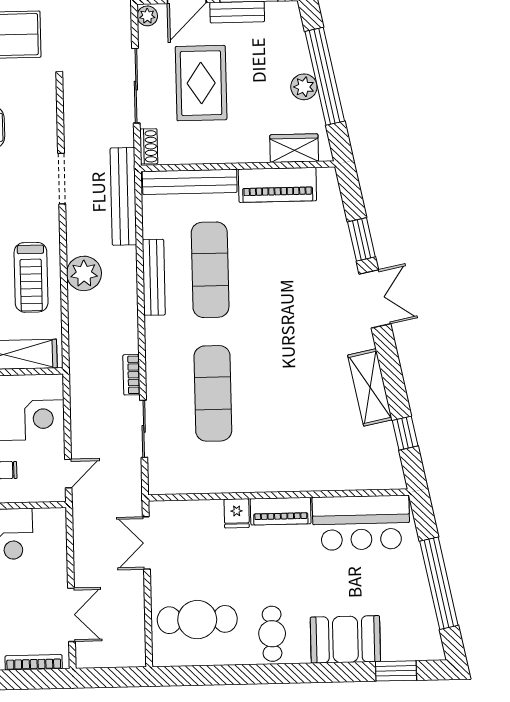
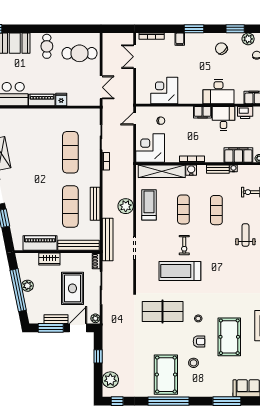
wardrobe: (294, 148) -> (49, 259), moved

